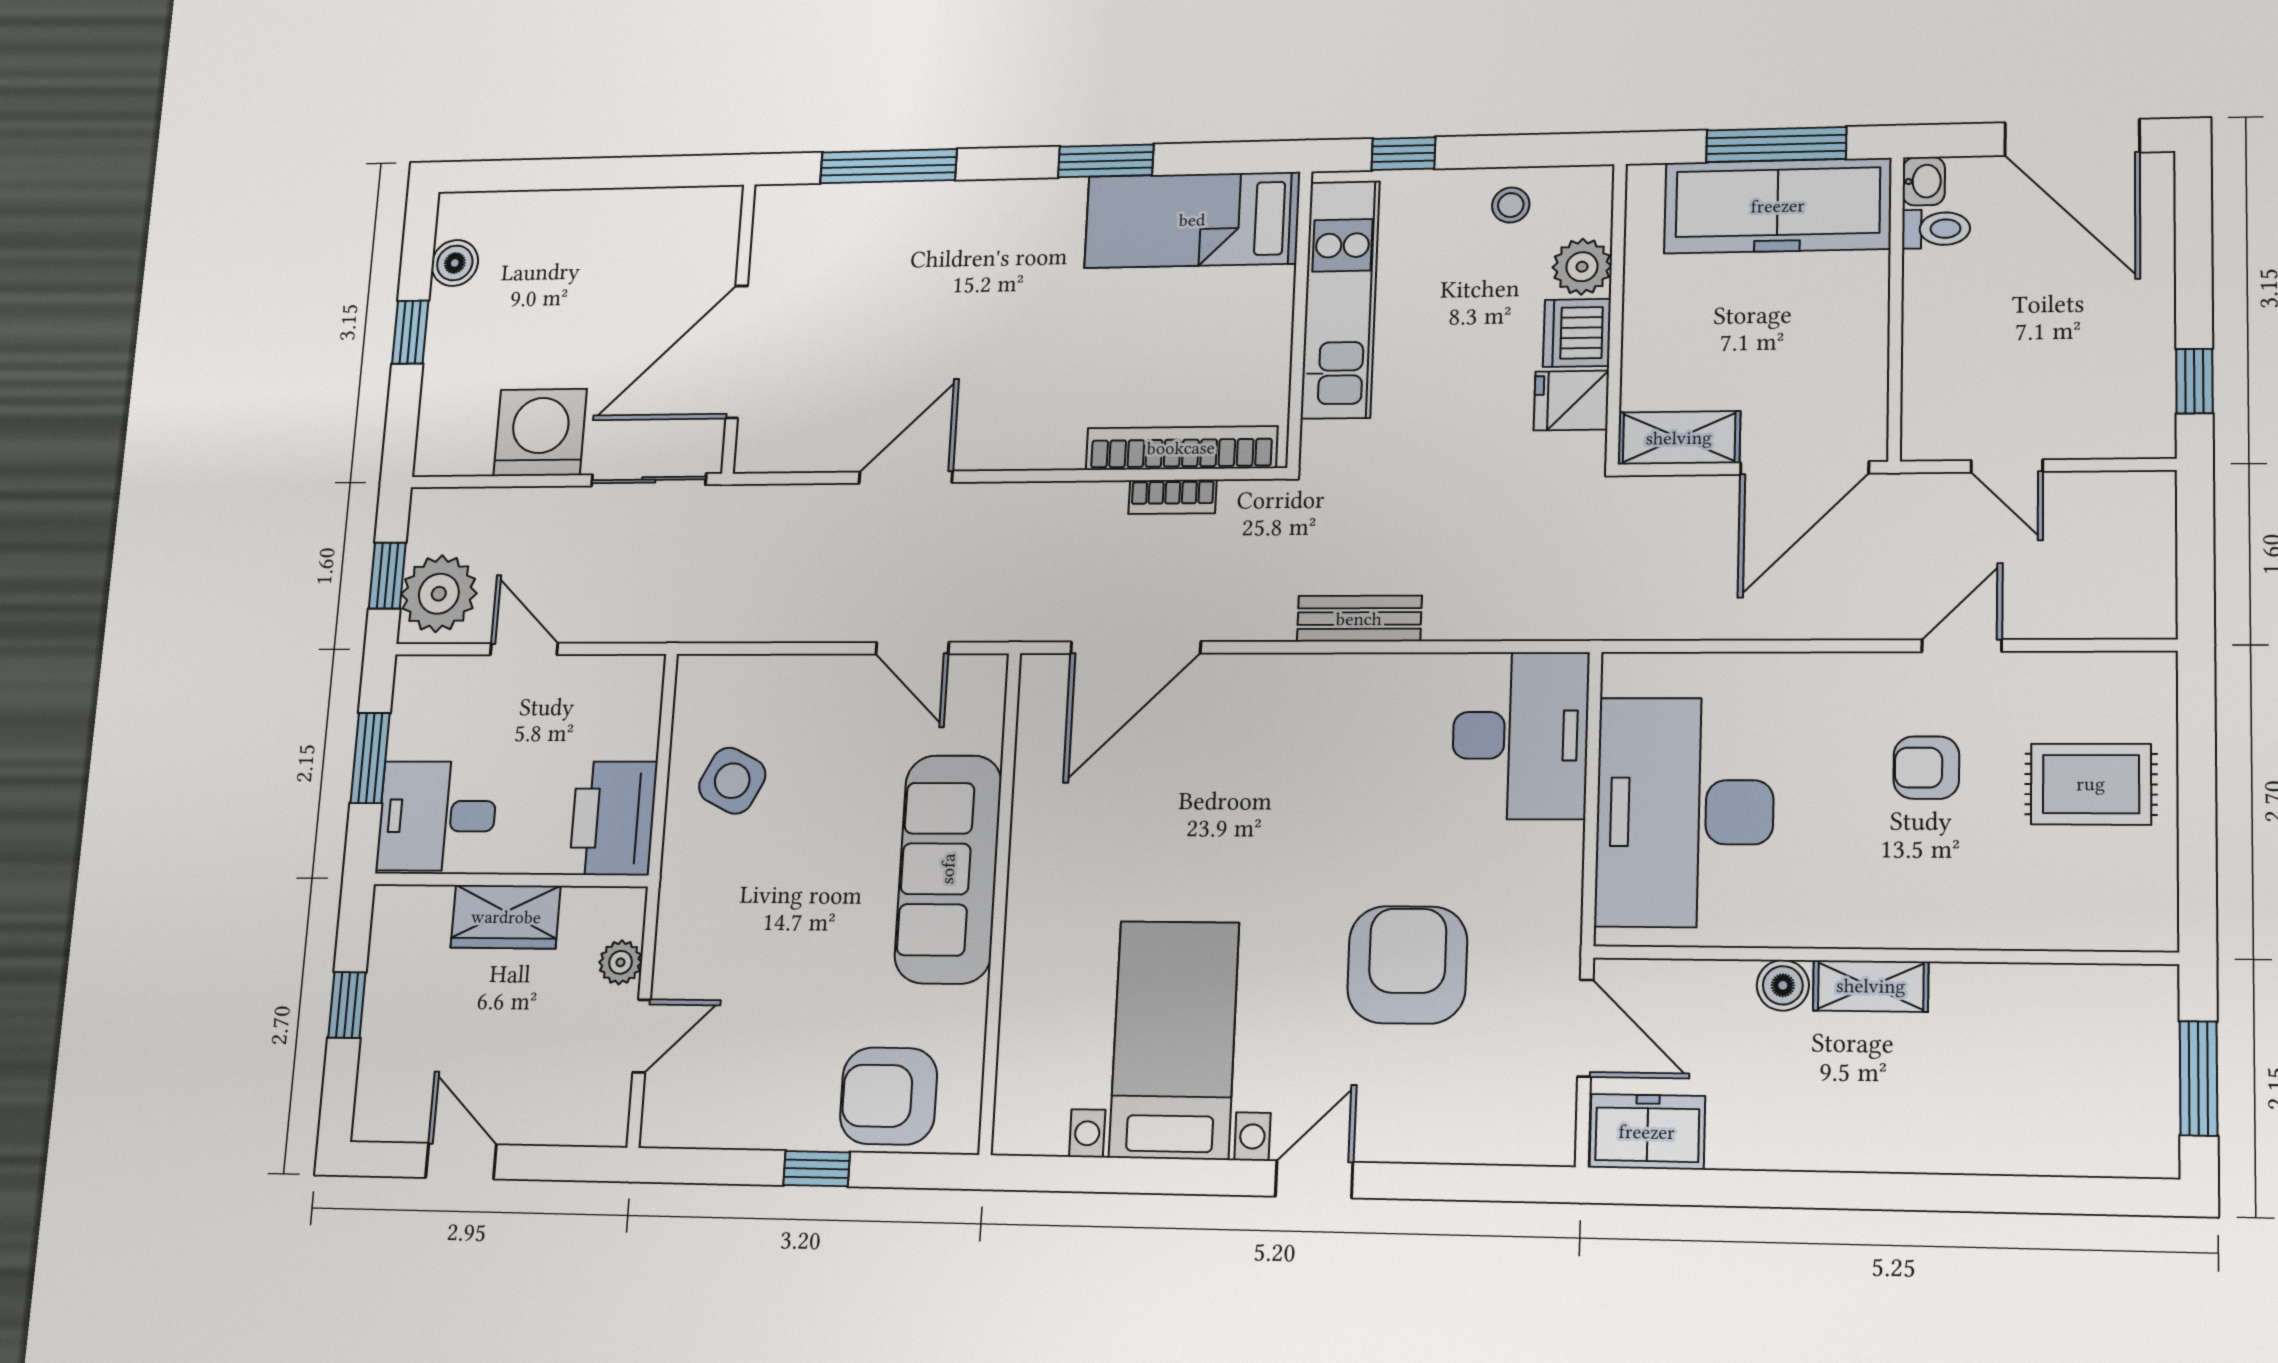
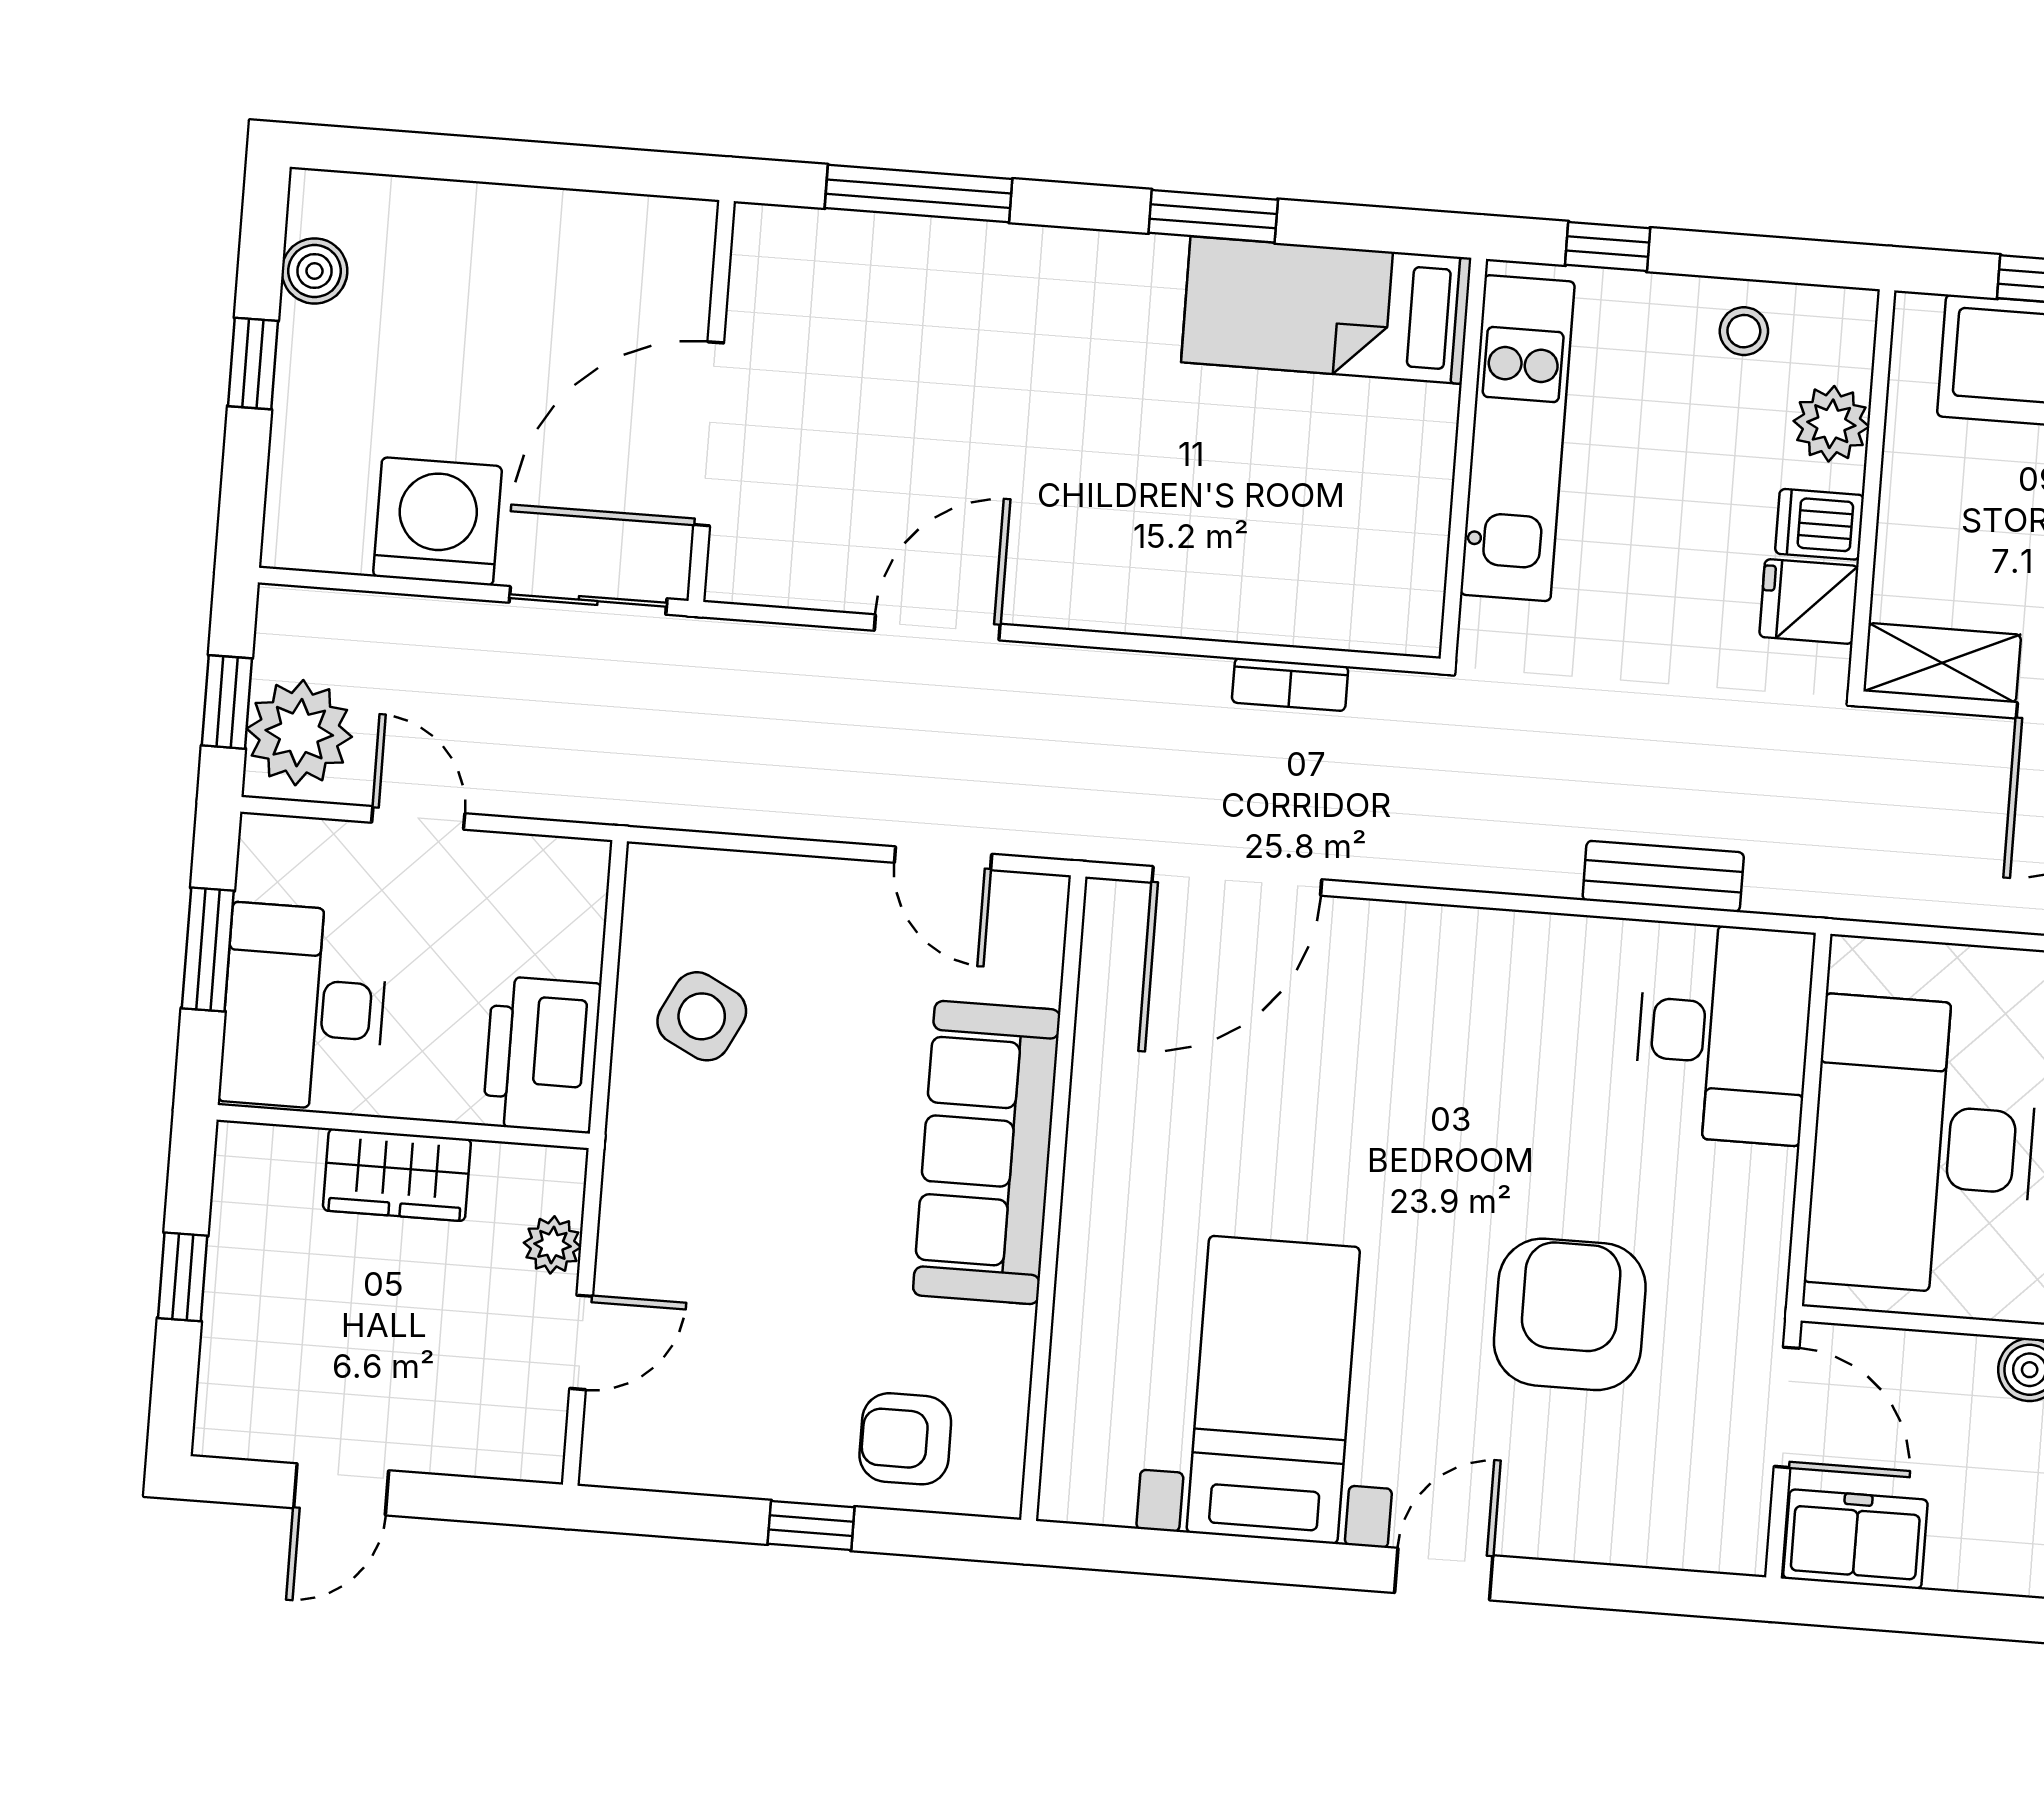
dishwasher: (1577, 333) -> (1819, 524), width x0.73
bookcase: (1181, 448) -> (1304, 620), removed
bench: (1359, 619) -> (1663, 876), moved
desk: (437, 816) -> (304, 1007), width x1.37
armchair: (889, 1096) -> (905, 1439), width x0.72, depth x0.72
door: (461, 1161) -> (341, 1489), swing flipped

